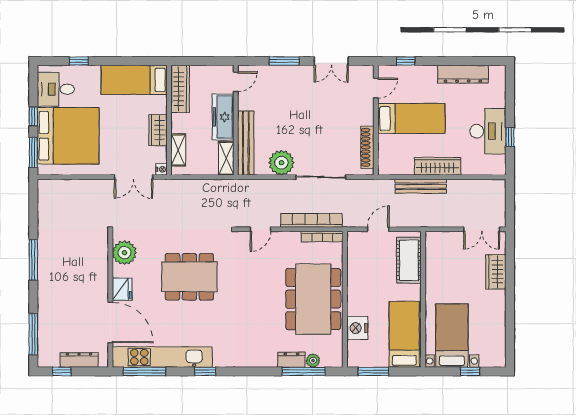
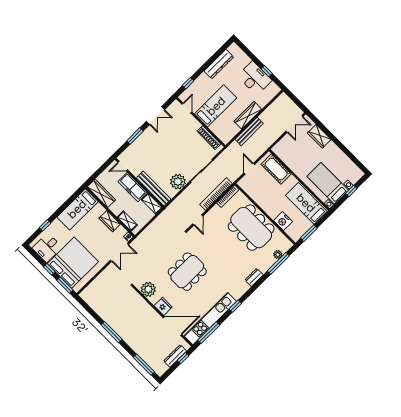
door: (236, 82) -> (123, 166), swing flipped
dresser: (291, 360) -> (254, 277), moved
window: (62, 371) -> (183, 358), moved

